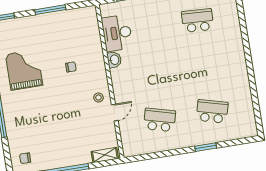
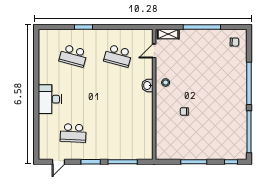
desk: (117, 33) -> (50, 99), moved, turned 180
washbasin: (114, 60) -> (147, 85), moved
grand piano: (24, 70) -> (224, 115), removed
door: (115, 113) -> (154, 51), moved

